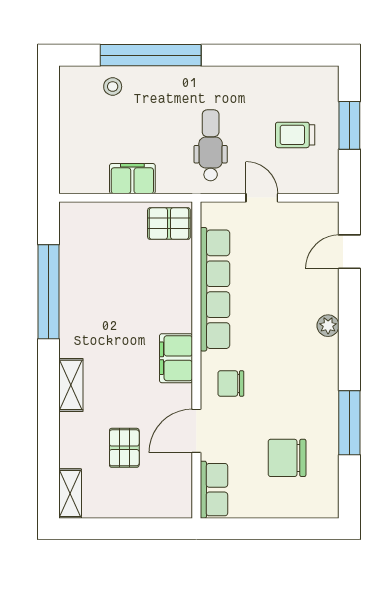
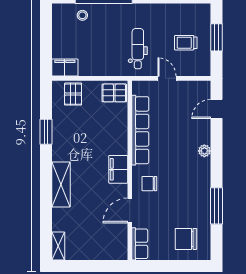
filing cabinet: (132, 179) -> (65, 67), moved
window: (48, 292) -> (46, 132), width x0.47
shelving: (71, 385) -> (61, 184), width x1.50, depth x1.33
pallet: (124, 448) -> (73, 94), moved
chair: (287, 458) -> (186, 239), moved

